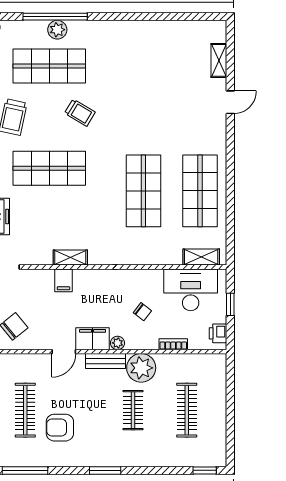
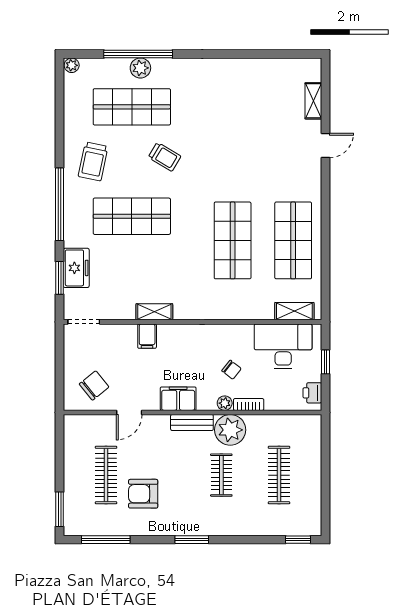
plant: (118, 343) -> (225, 403), moved
bookcase: (173, 344) -> (249, 404), moved
door: (64, 352) -> (129, 412), moved

